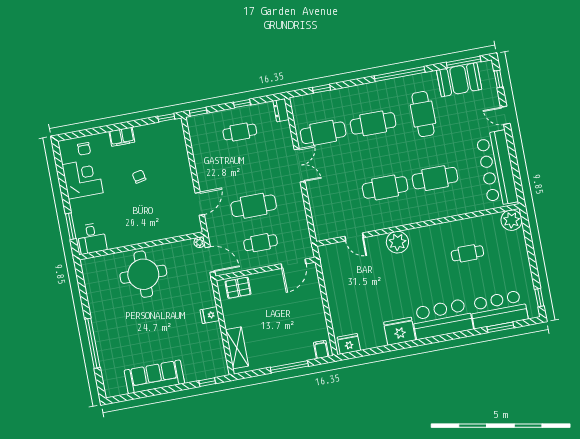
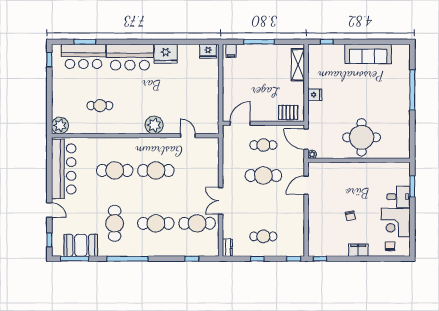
desk: (92, 238) -> (399, 197), moved, turned 90

